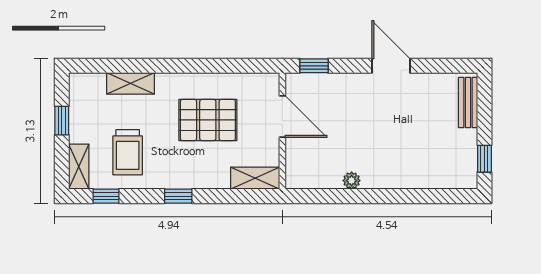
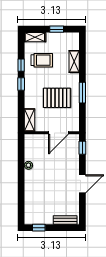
window: (197, 66) -> (82, 93), added
pallet: (208, 120) -> (57, 98), turned 90
trolley: (128, 152) -> (42, 60), turned 180
window: (106, 196) -> (21, 65), moved

